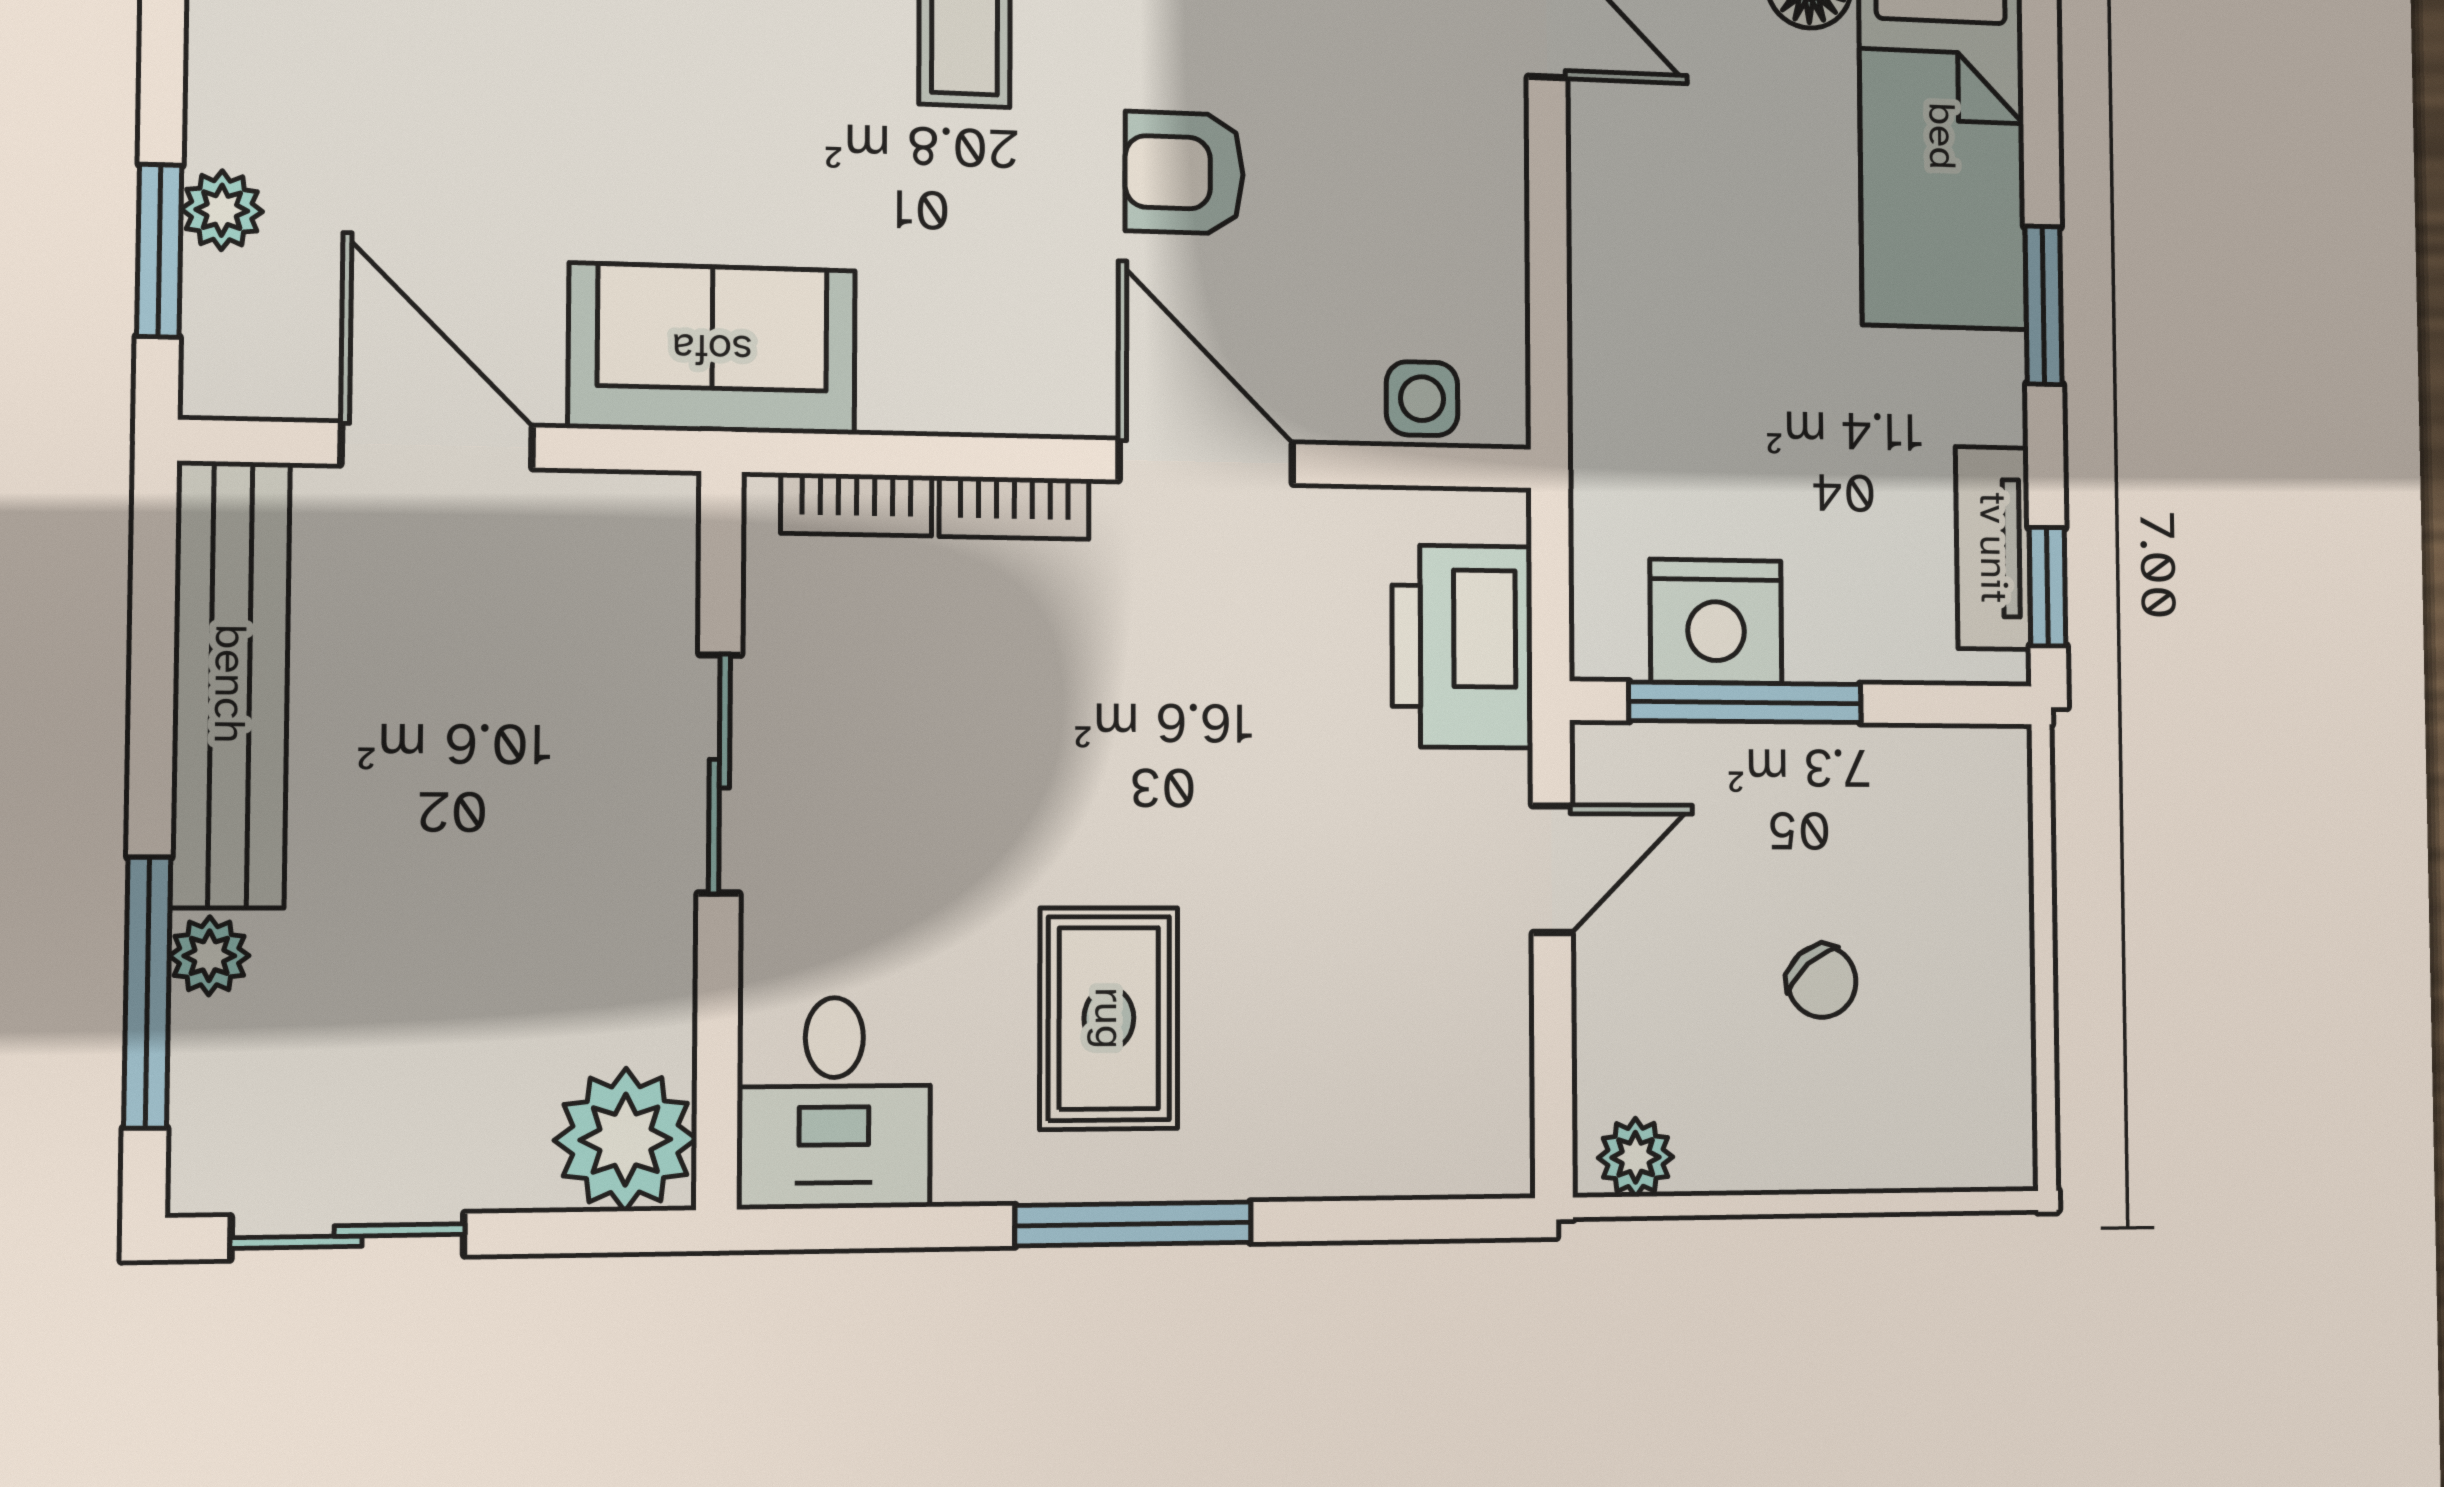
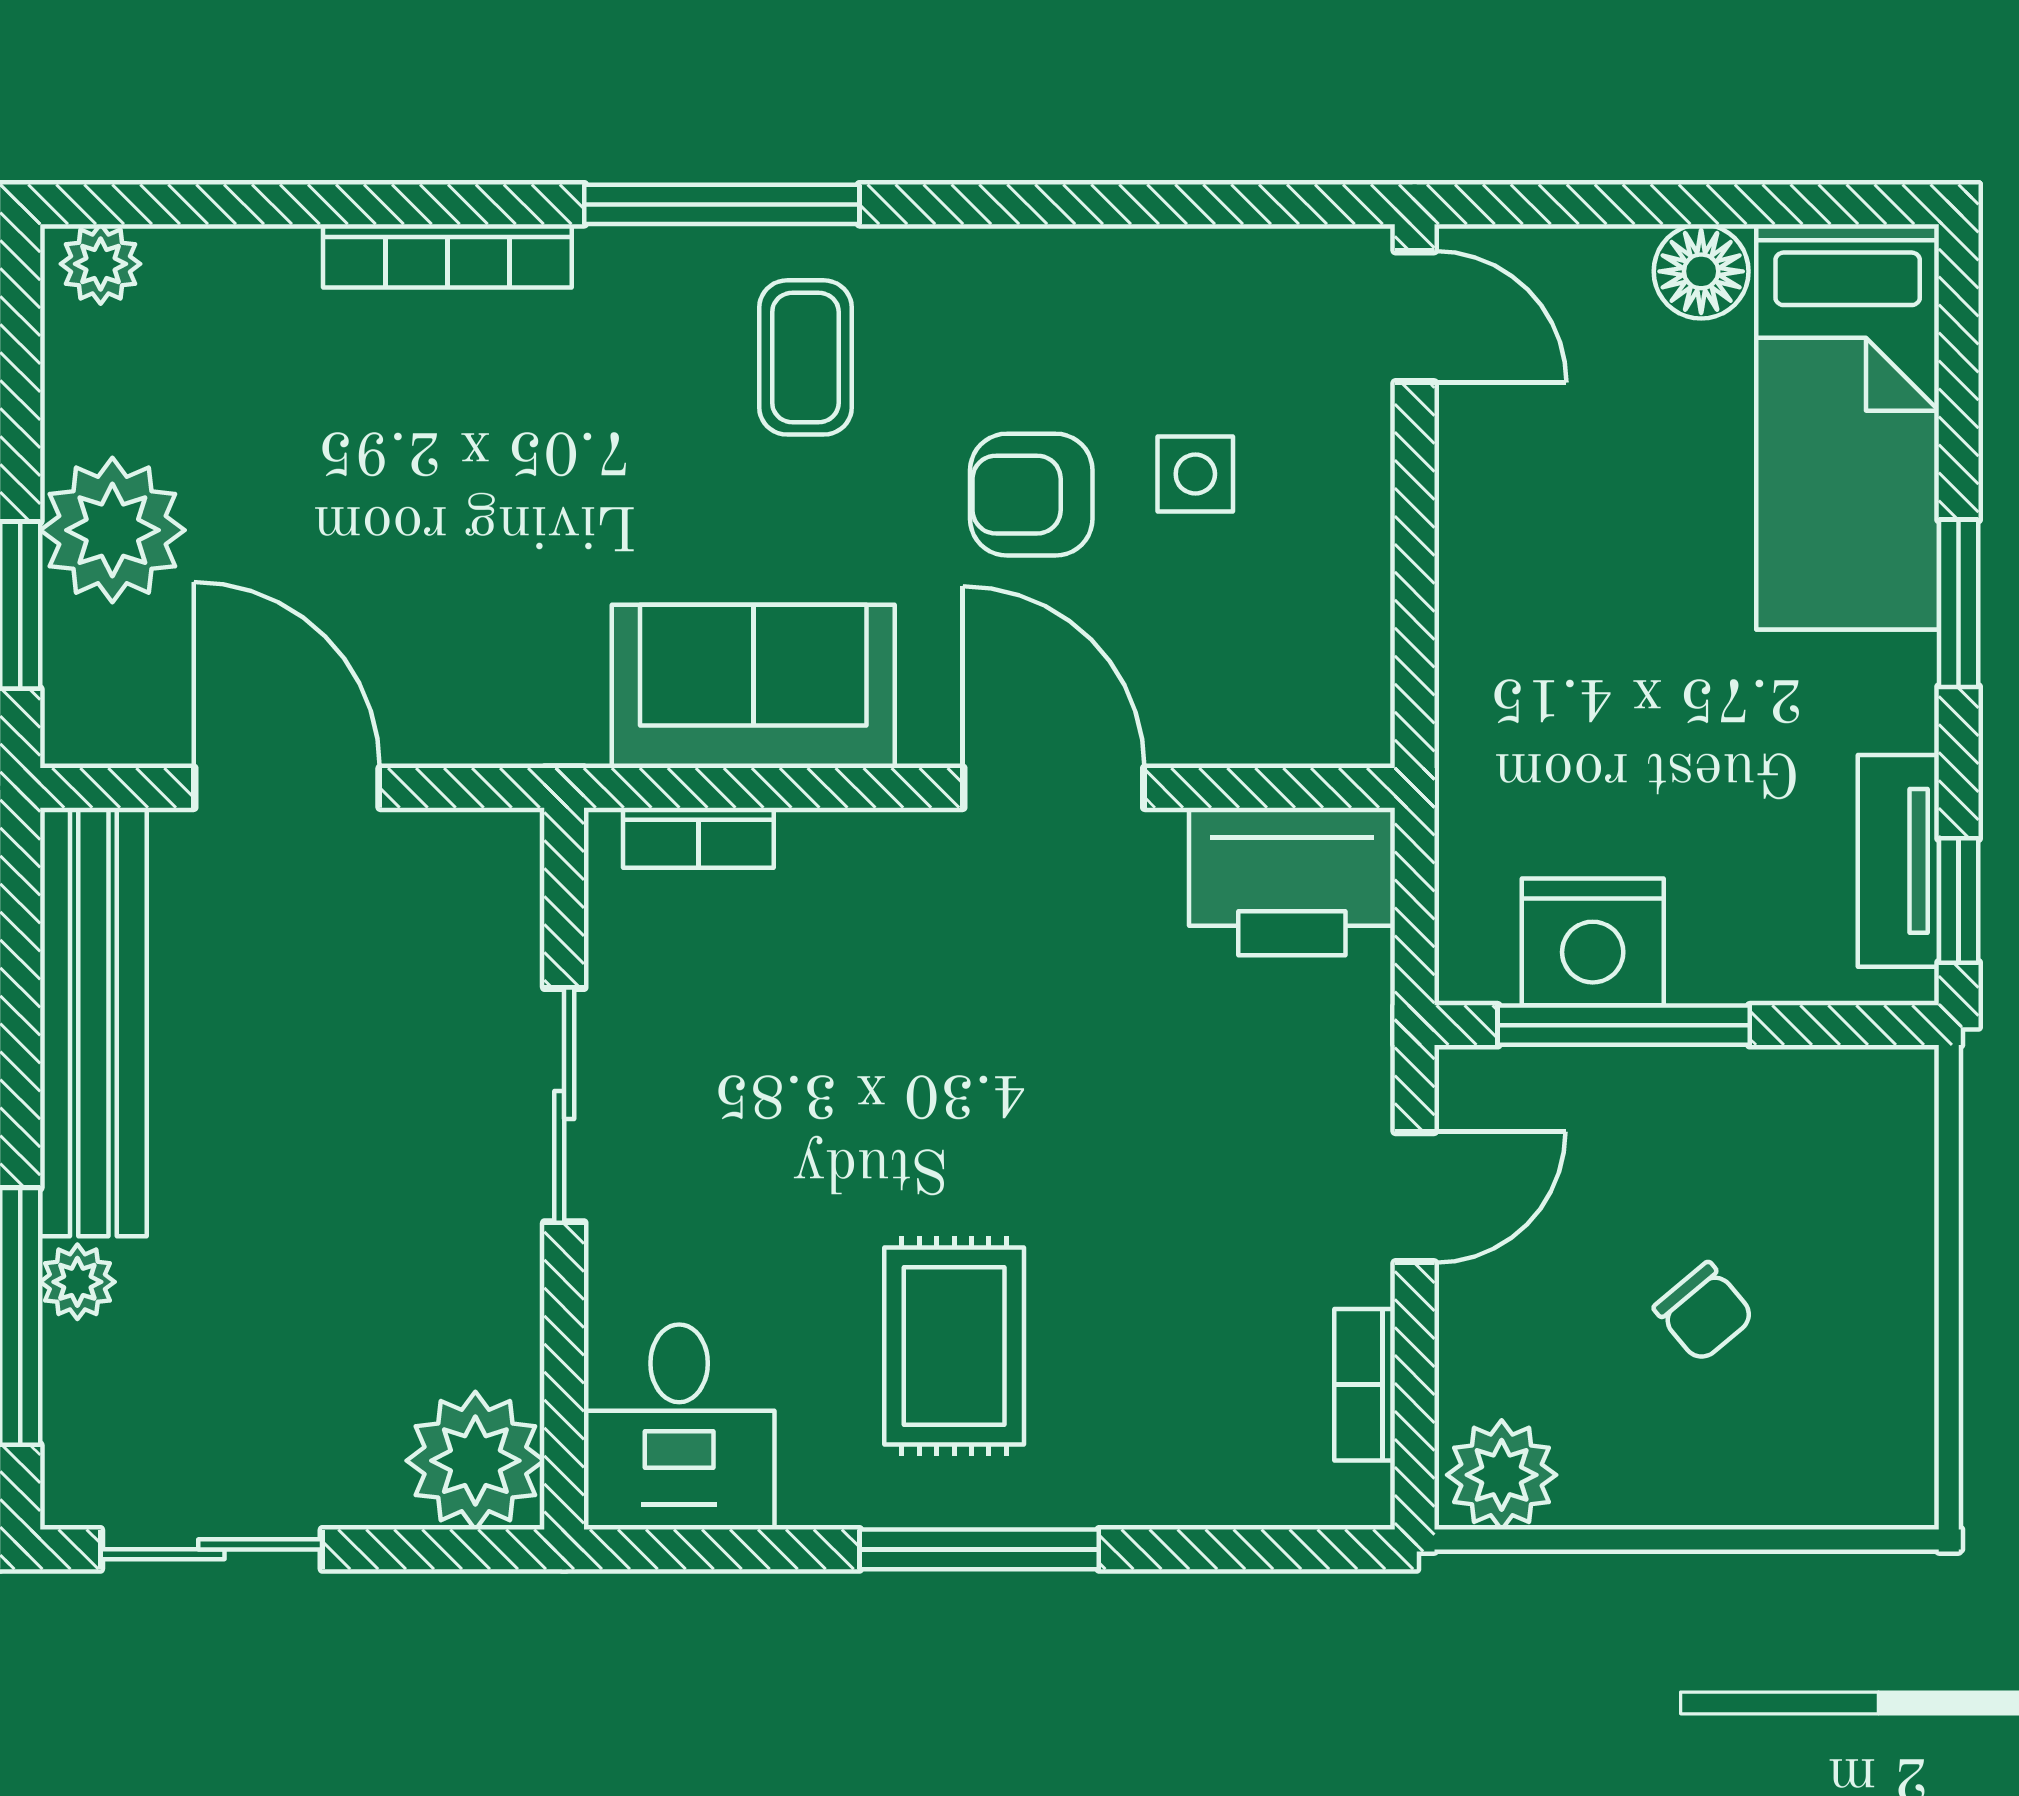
plant: (222, 210) -> (112, 530), width x1.88, depth x1.88
sofa: (712, 349) -> (753, 686), moved
side table: (1422, 399) -> (1195, 474), moved
bookcase: (1014, 508) -> (1365, 1385), moved, turned 90
printer: (1462, 646) -> (1292, 881), moved, turned -90
plant: (1636, 1157) -> (1502, 1475), width x1.38, depth x1.38

